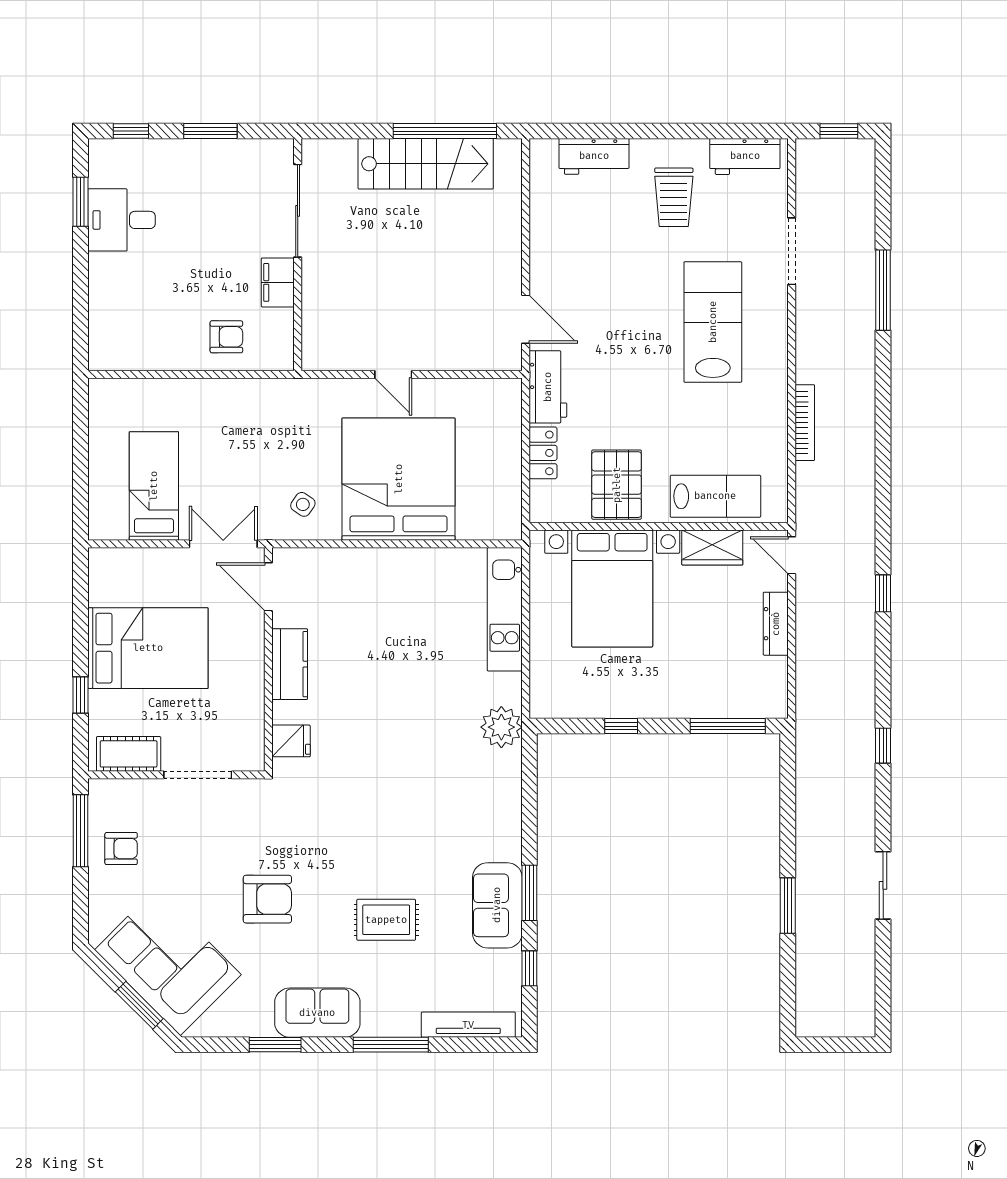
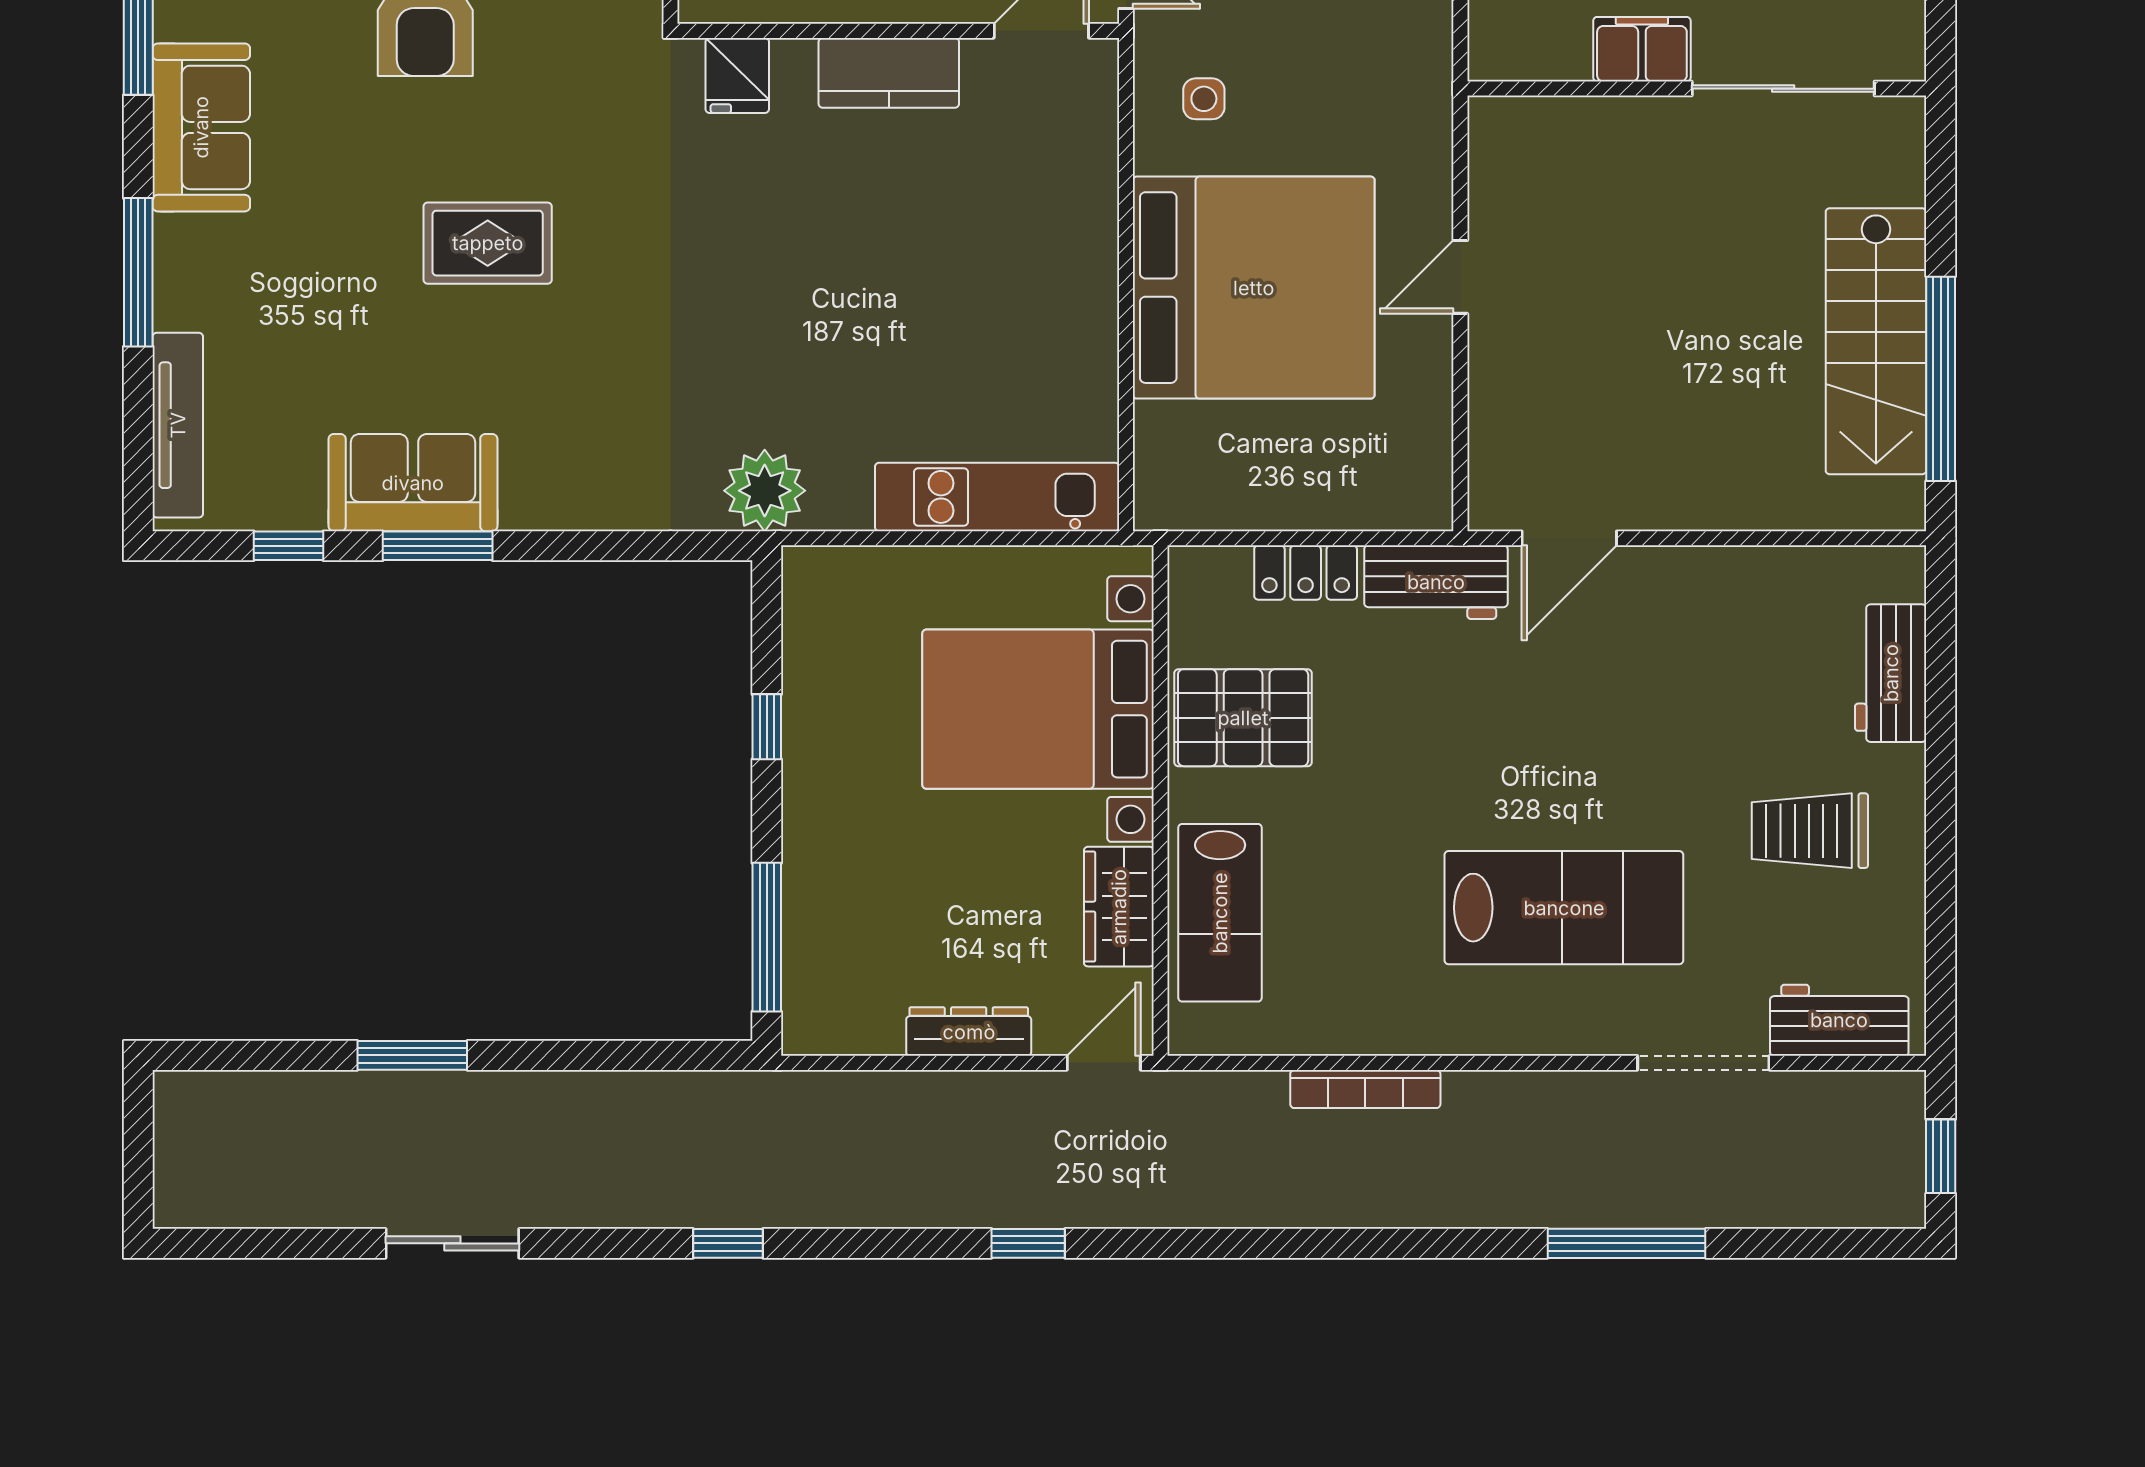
workbench: (745, 156) -> (1839, 1020), moved, turned 90
side table: (303, 504) -> (1204, 99), turned -34
rug: (386, 920) -> (488, 243), moved, turned 90

